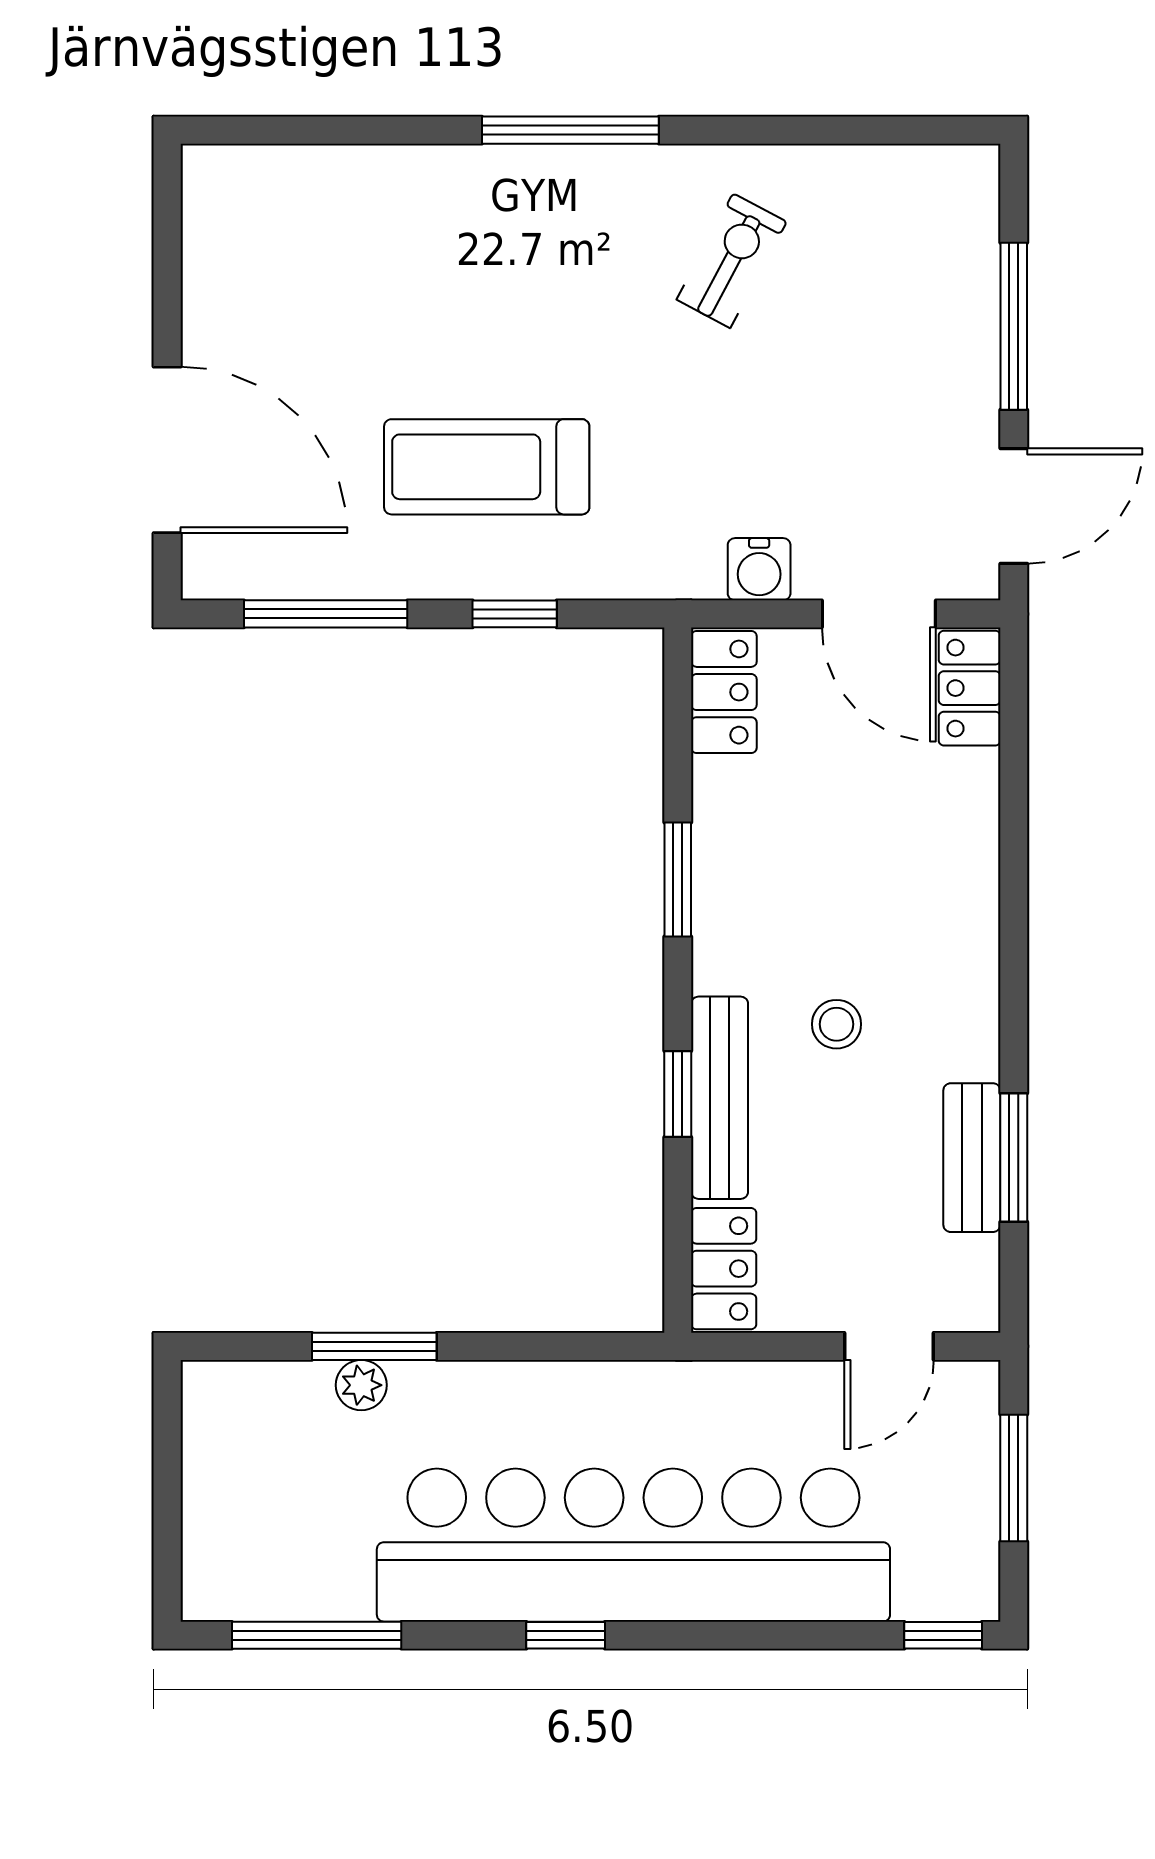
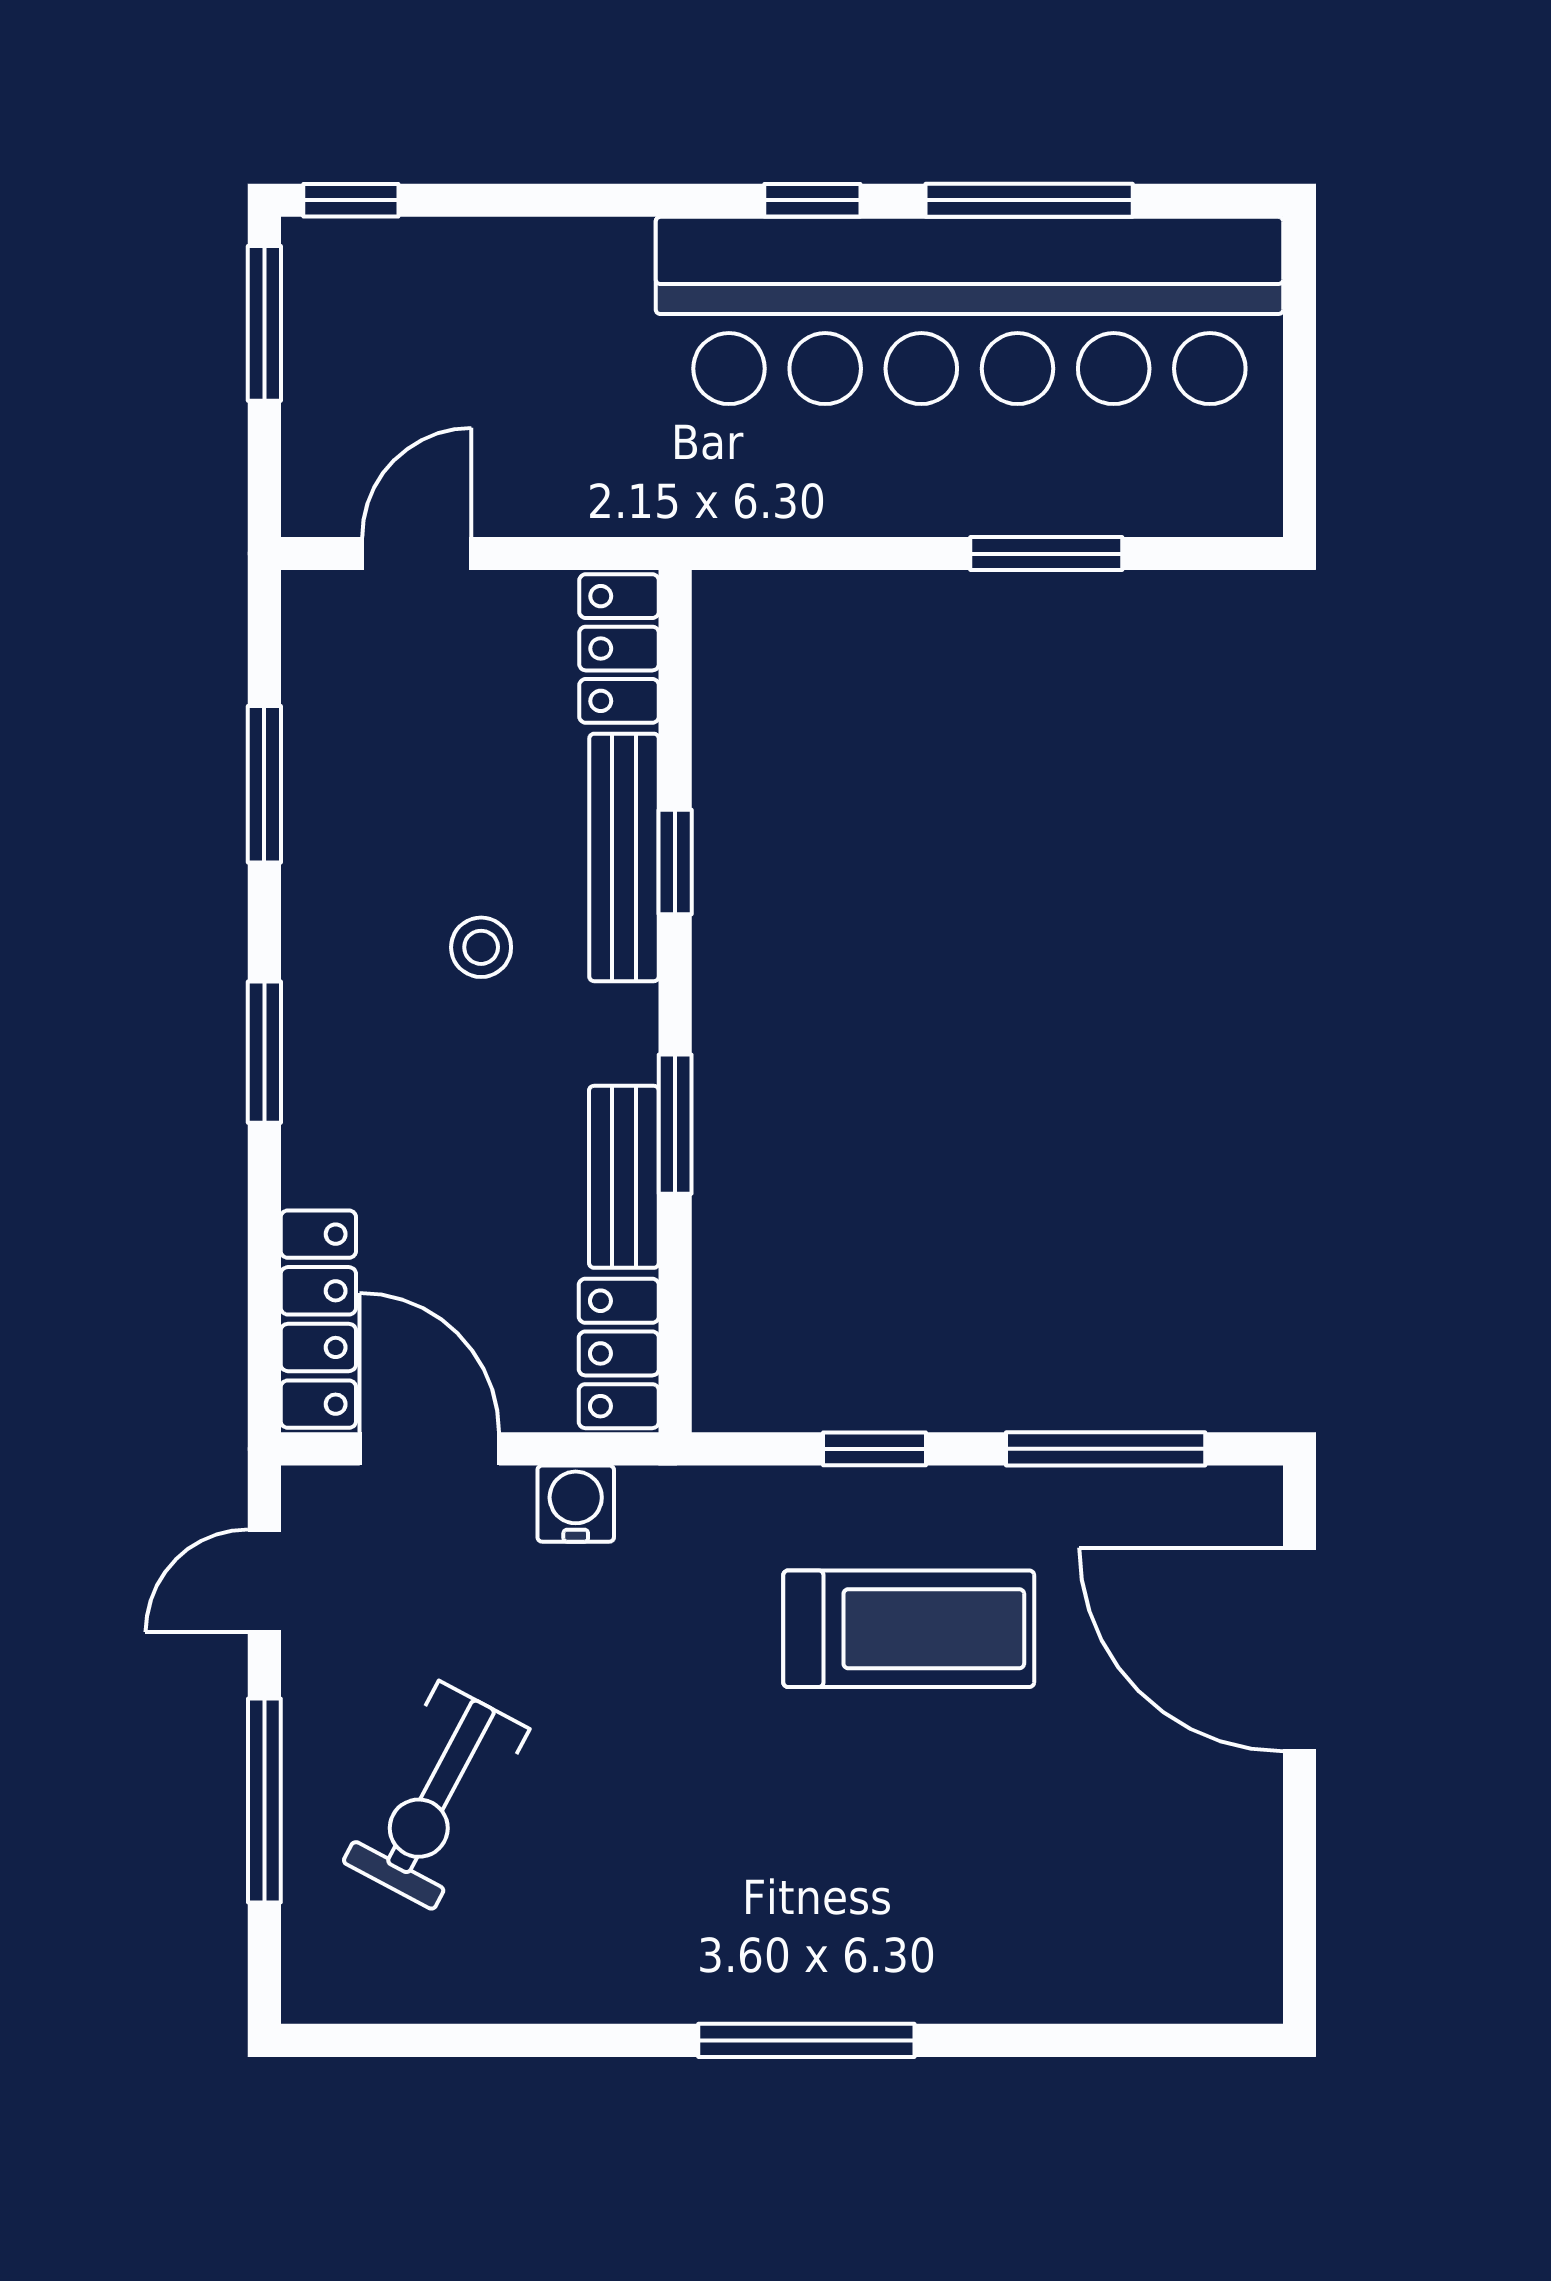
exercise bike: (732, 261) -> (436, 1795), moved, width x1.38, depth x1.39
door: (1014, 506) -> (264, 1581), width x0.73
locker: (970, 688) -> (318, 1319), width x1.53
window: (1014, 938) -> (264, 1052), added
bench: (972, 1158) -> (624, 1177), moved
plant: (361, 1385) -> (1062, 506), removed
window: (1014, 1478) -> (264, 323), moved
bar counter: (633, 1545) -> (969, 310), moved
window: (317, 1635) -> (1029, 200), moved

